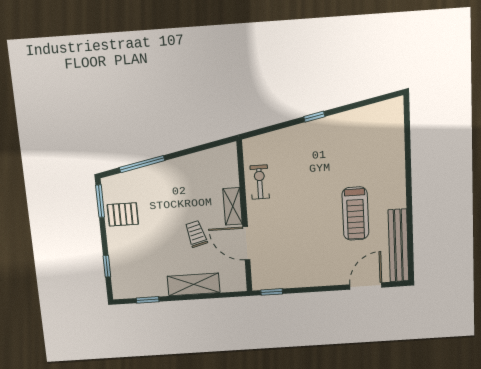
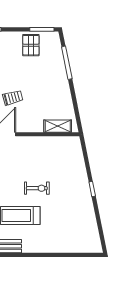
exercise bike: (260, 182) -> (37, 188), moved
shelving: (233, 206) -> (58, 126), moved

